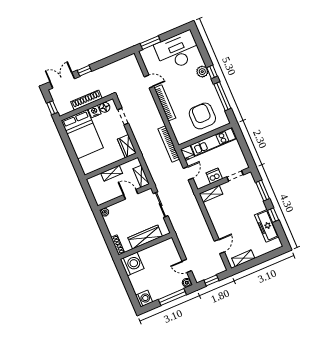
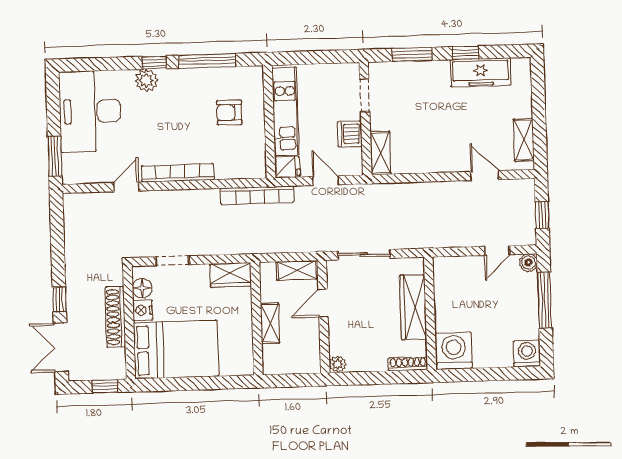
armchair: (202, 116) -> (229, 113), width x0.53, depth x0.53

